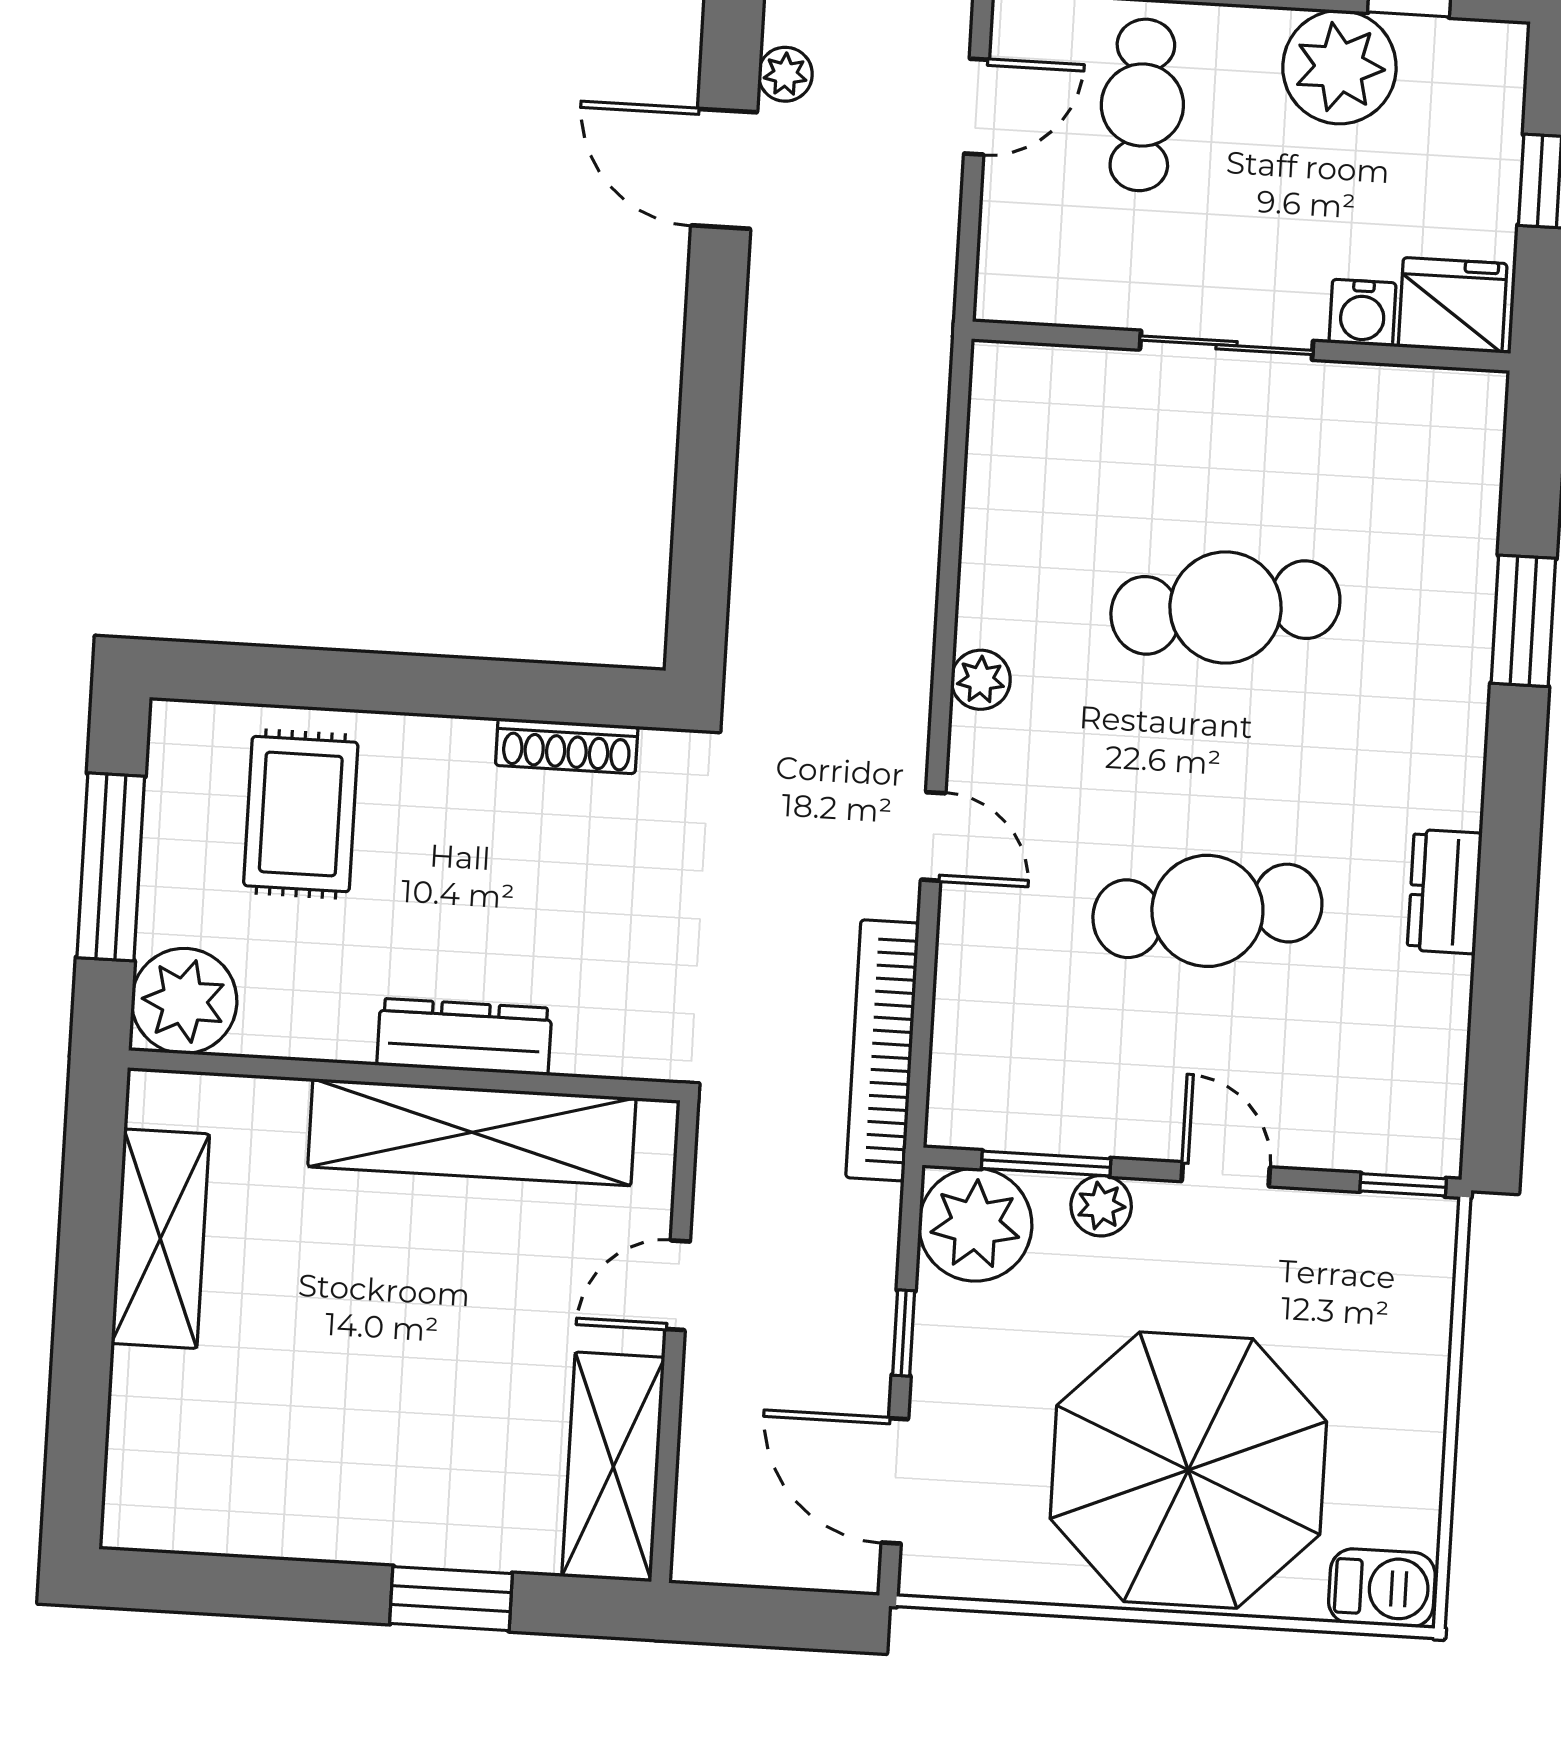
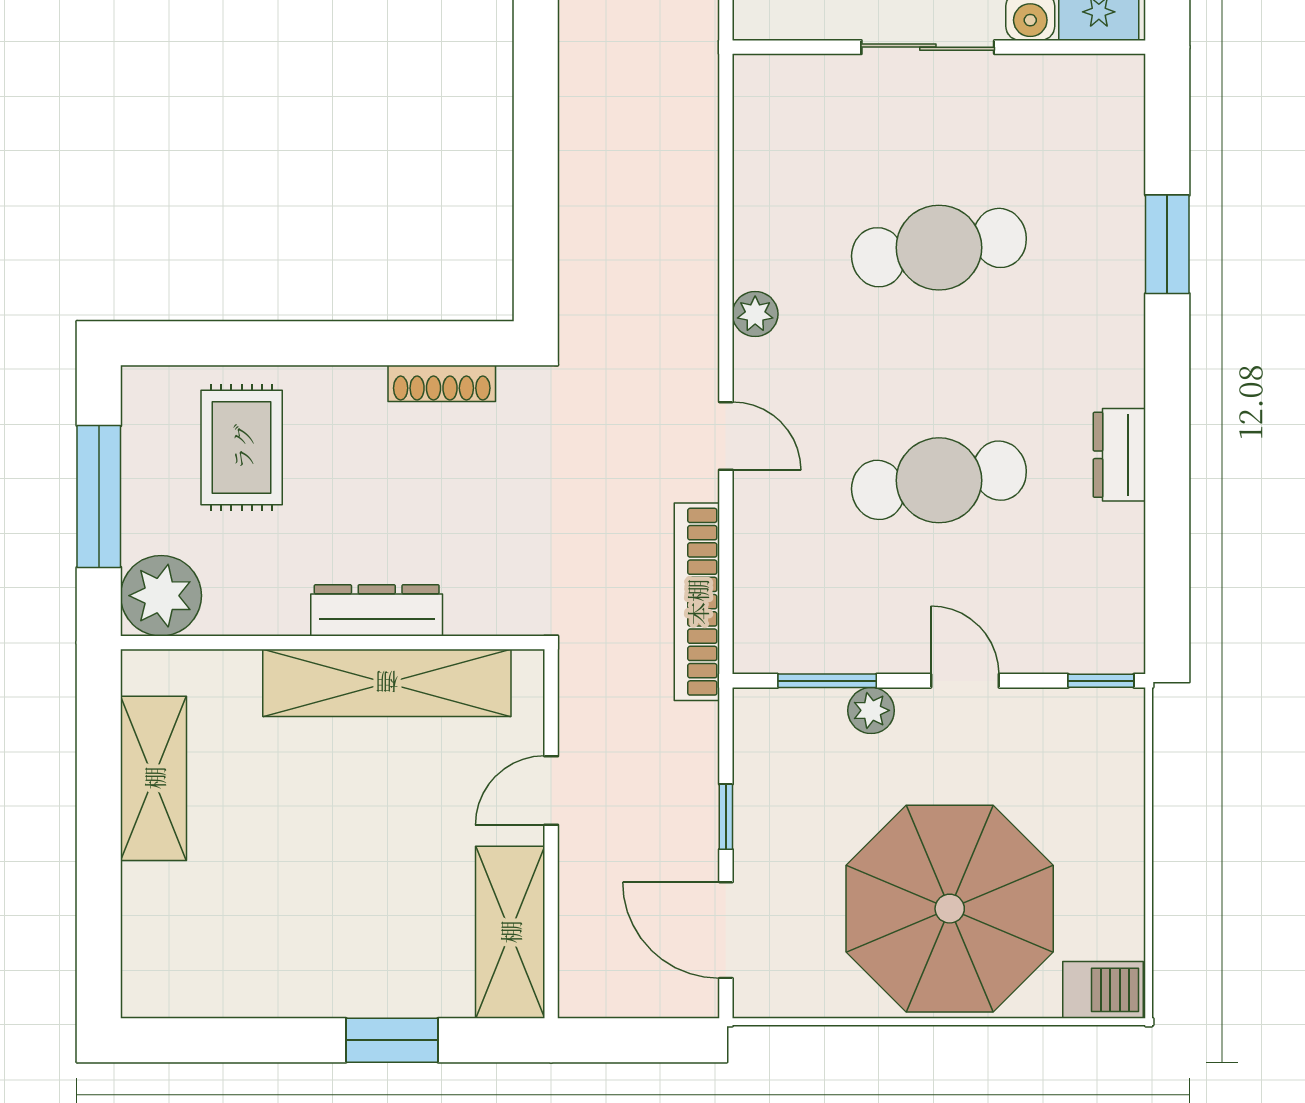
plant: (975, 1225) -> (776, 731), removed

